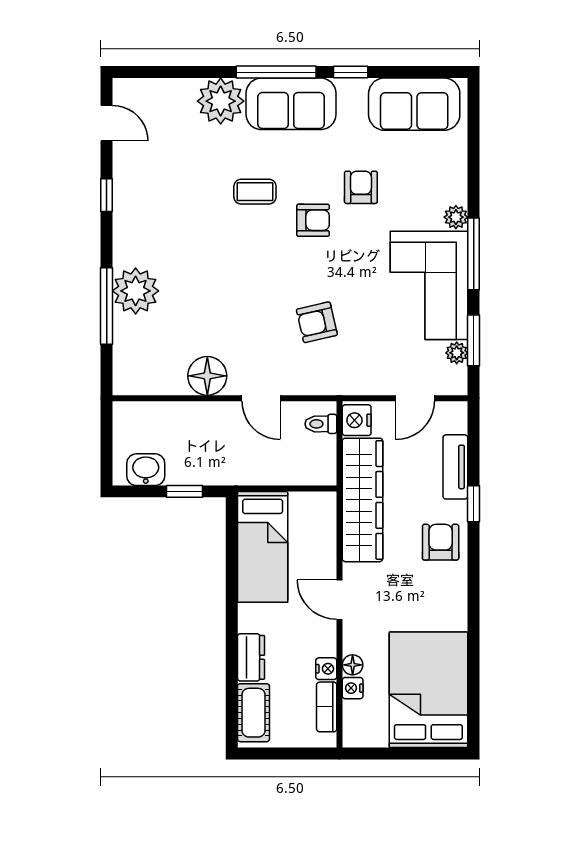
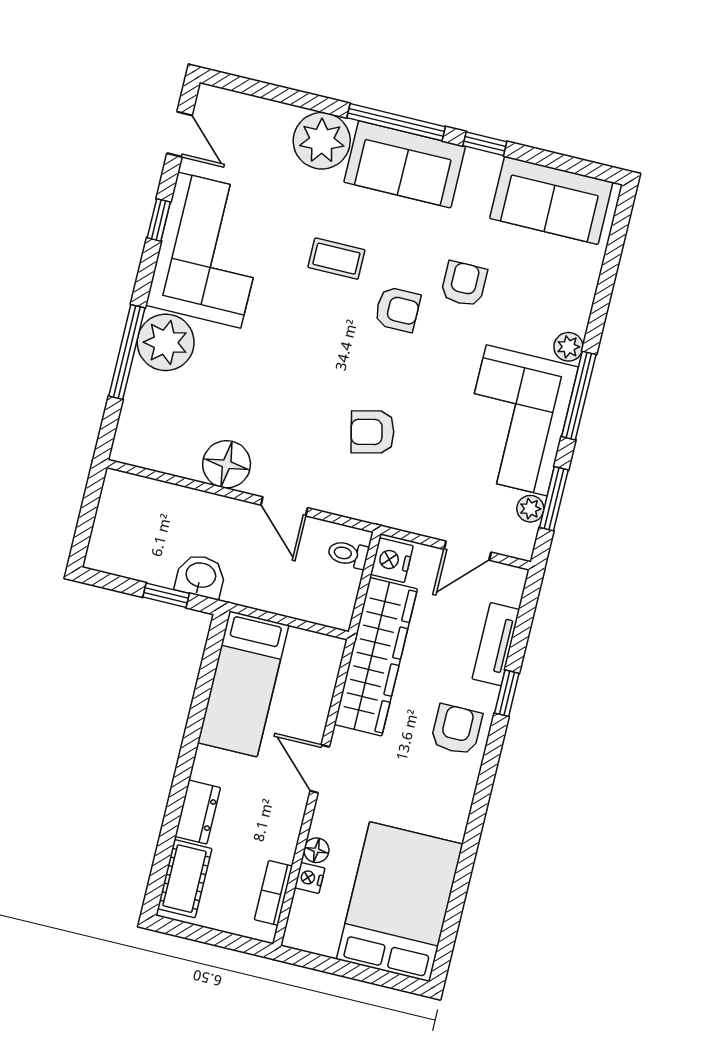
corner sofa: (152, 209) -> (209, 250), added
washbasin: (146, 470) -> (201, 576), moved
nightstand: (326, 669) -> (284, 847), removed

